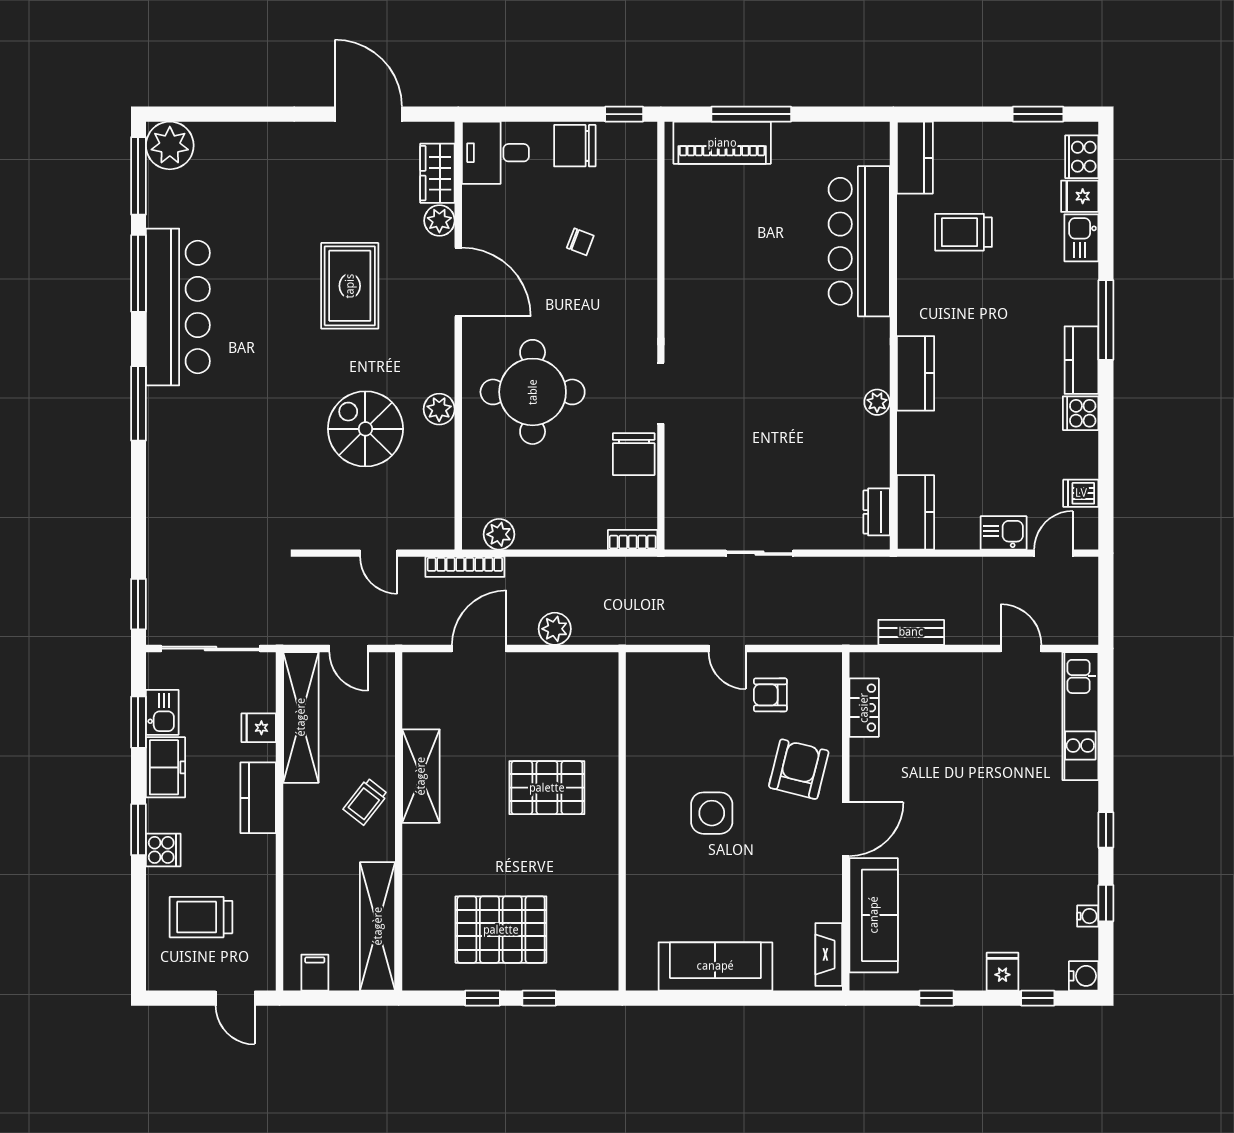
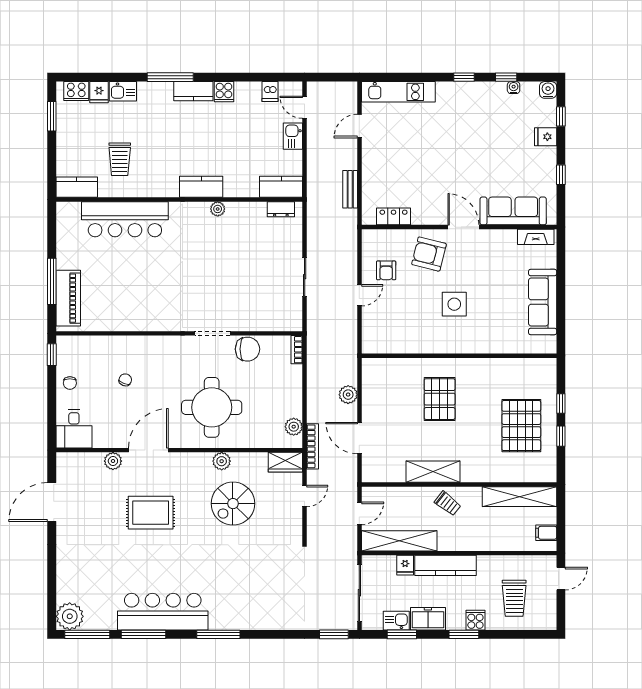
chair: (575, 146) -> (70, 383), width x0.54, depth x0.54
wardrobe: (437, 173) -> (285, 462), moved
kitchen counter: (258, 798) -> (445, 565), width x1.50

